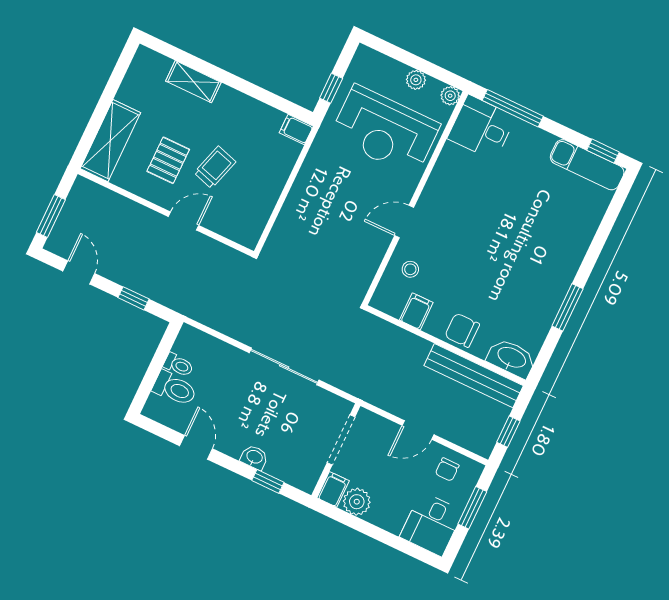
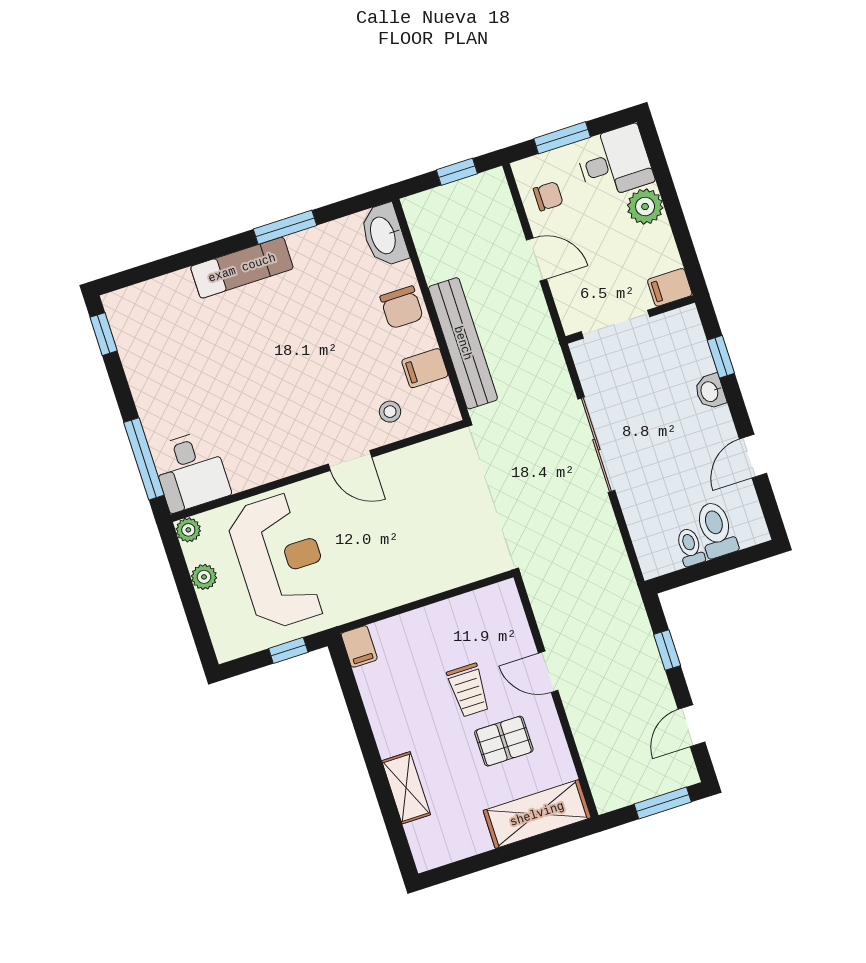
exam couch: (587, 165) -> (242, 268), moved, turned 90
trolley: (215, 167) -> (469, 690), turned -107
bench: (474, 376) -> (463, 343), moved
plant: (357, 502) -> (645, 207), moved

